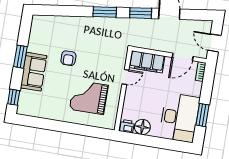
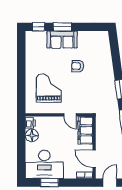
window: (20, 57) -> (62, 27), moved

